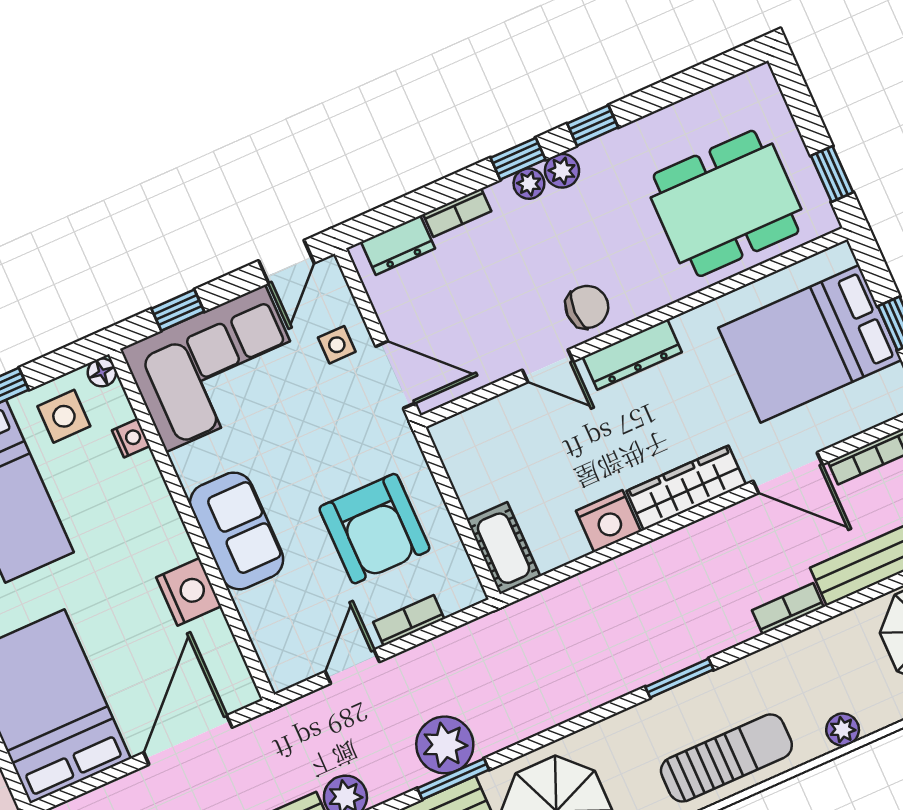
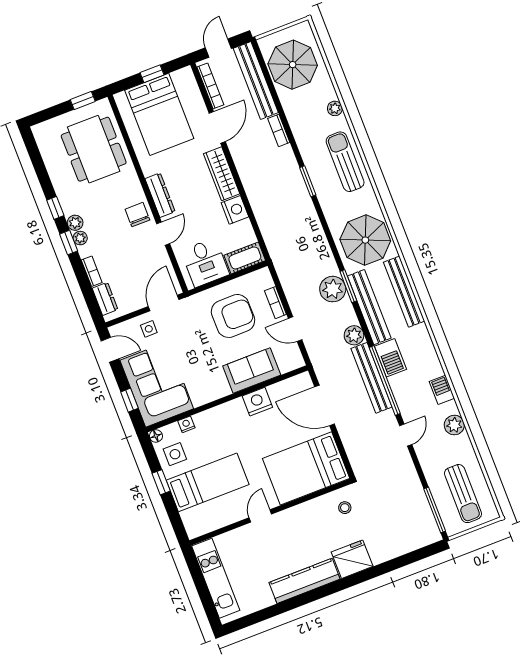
desk: (489, 461) -> (205, 262), added
sofa: (237, 531) -> (252, 371), moved

